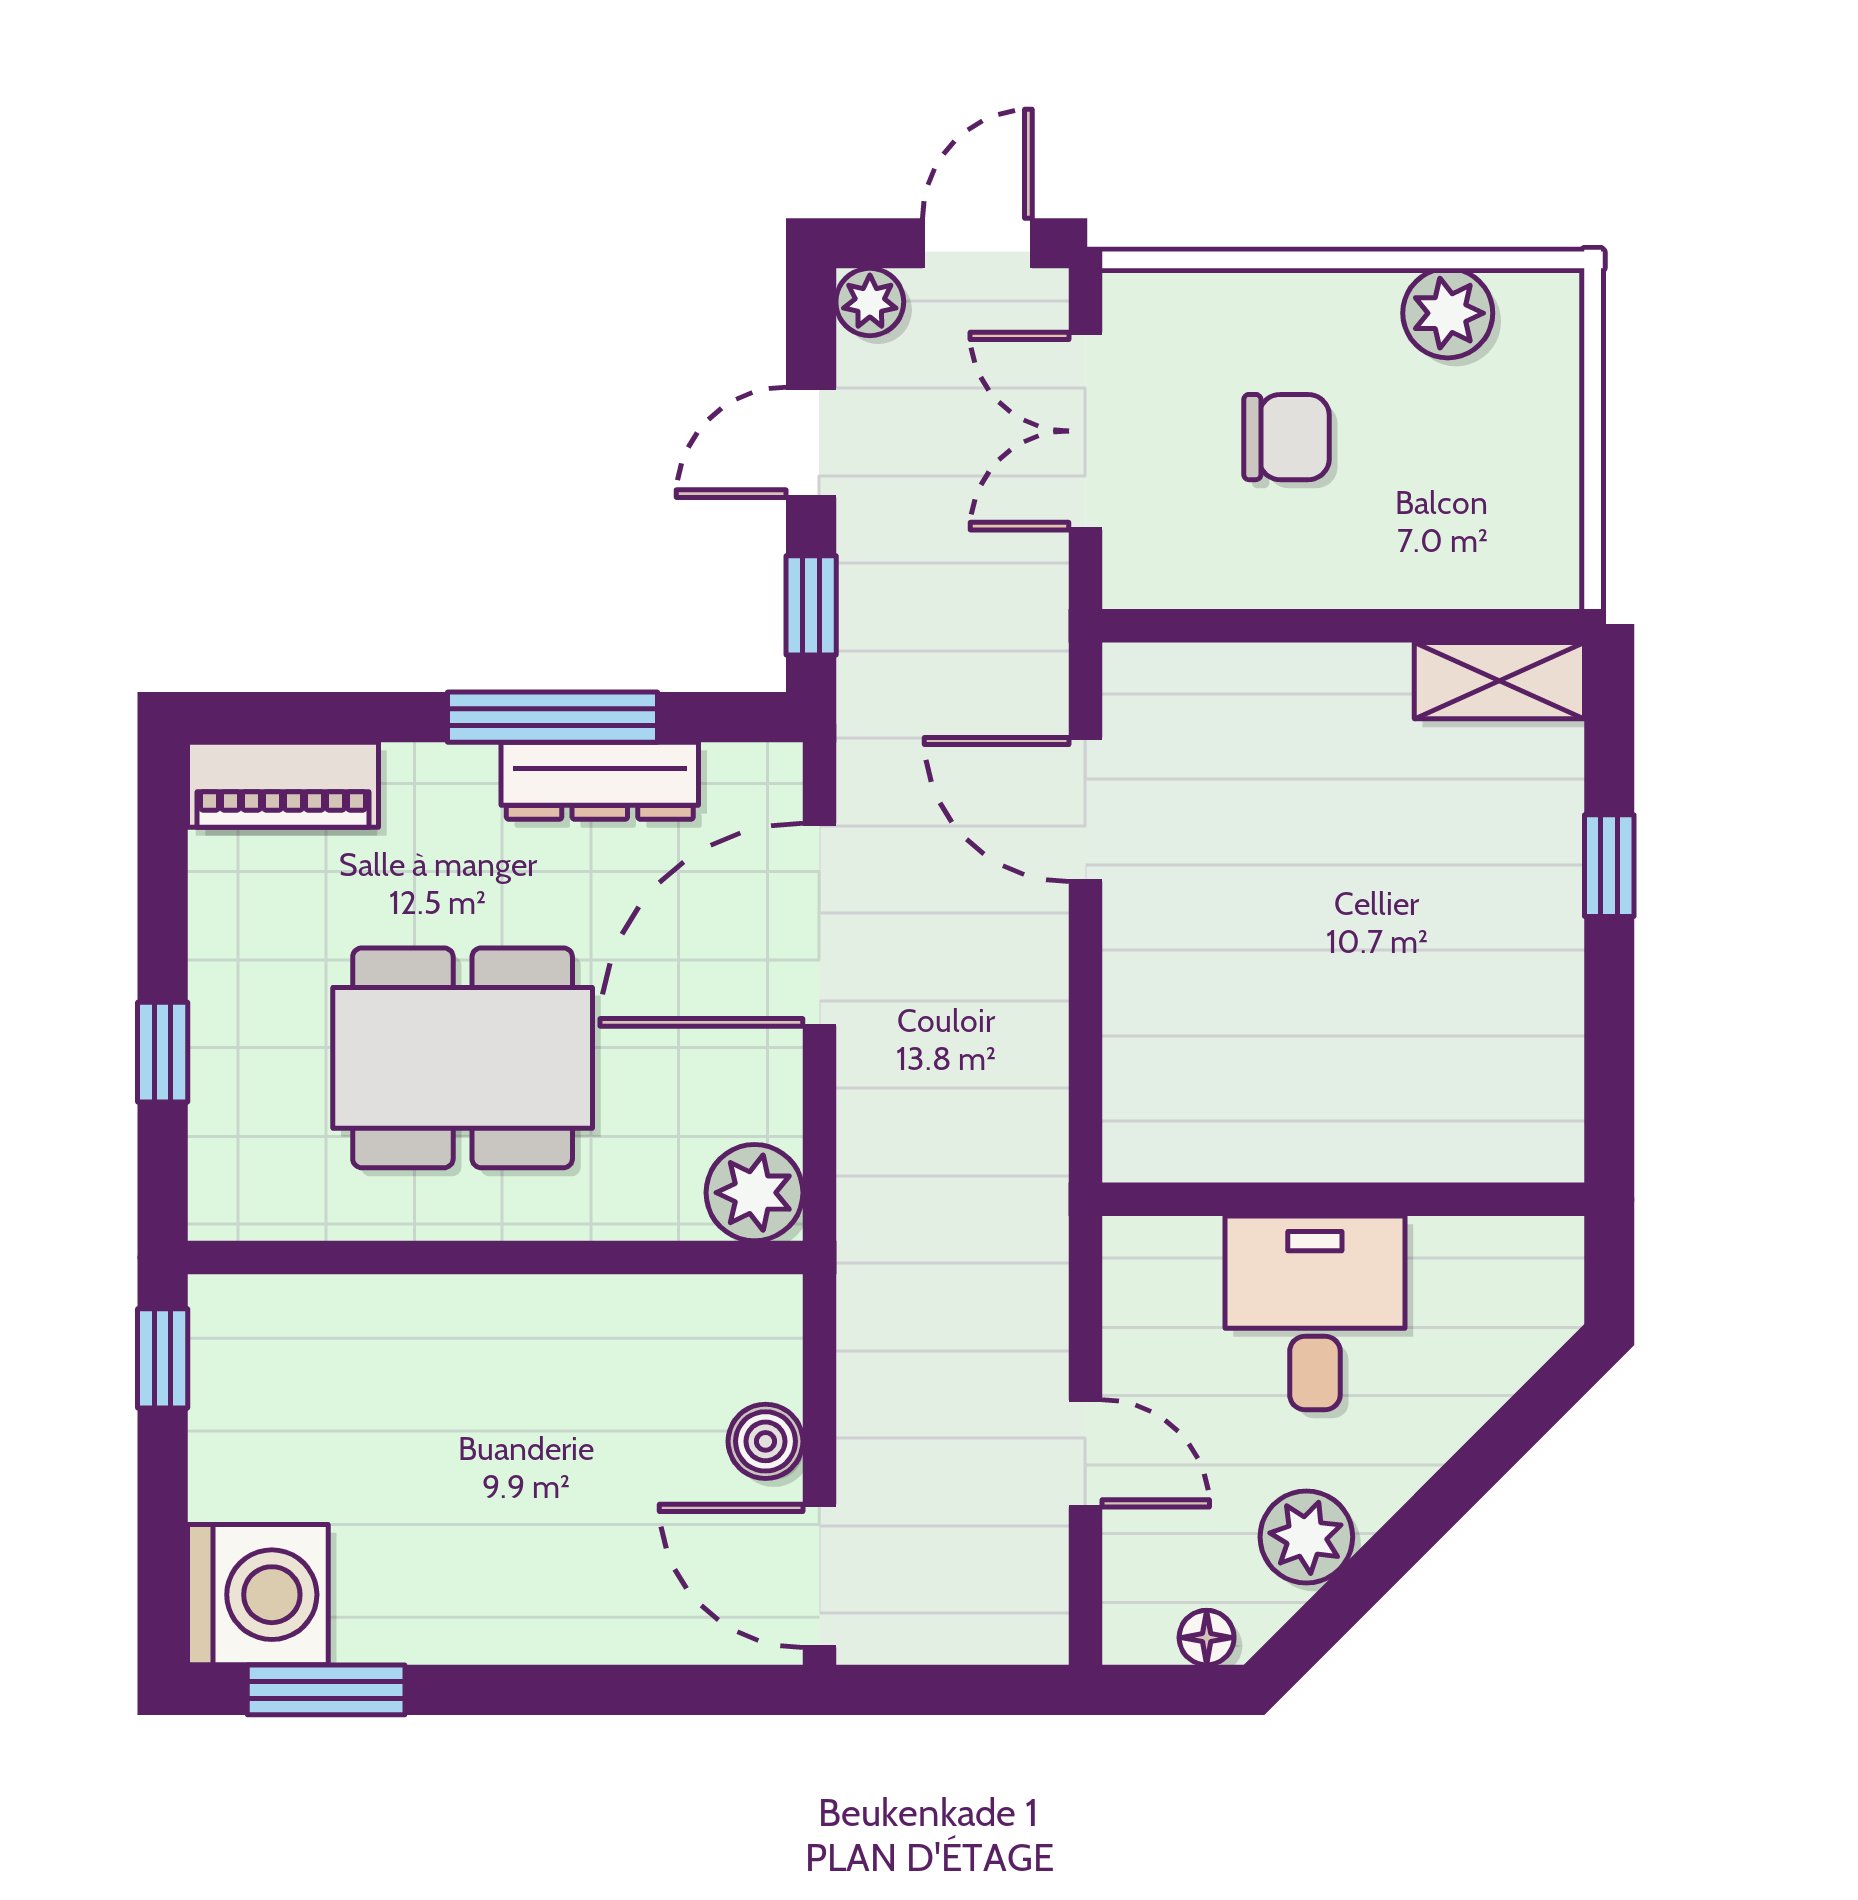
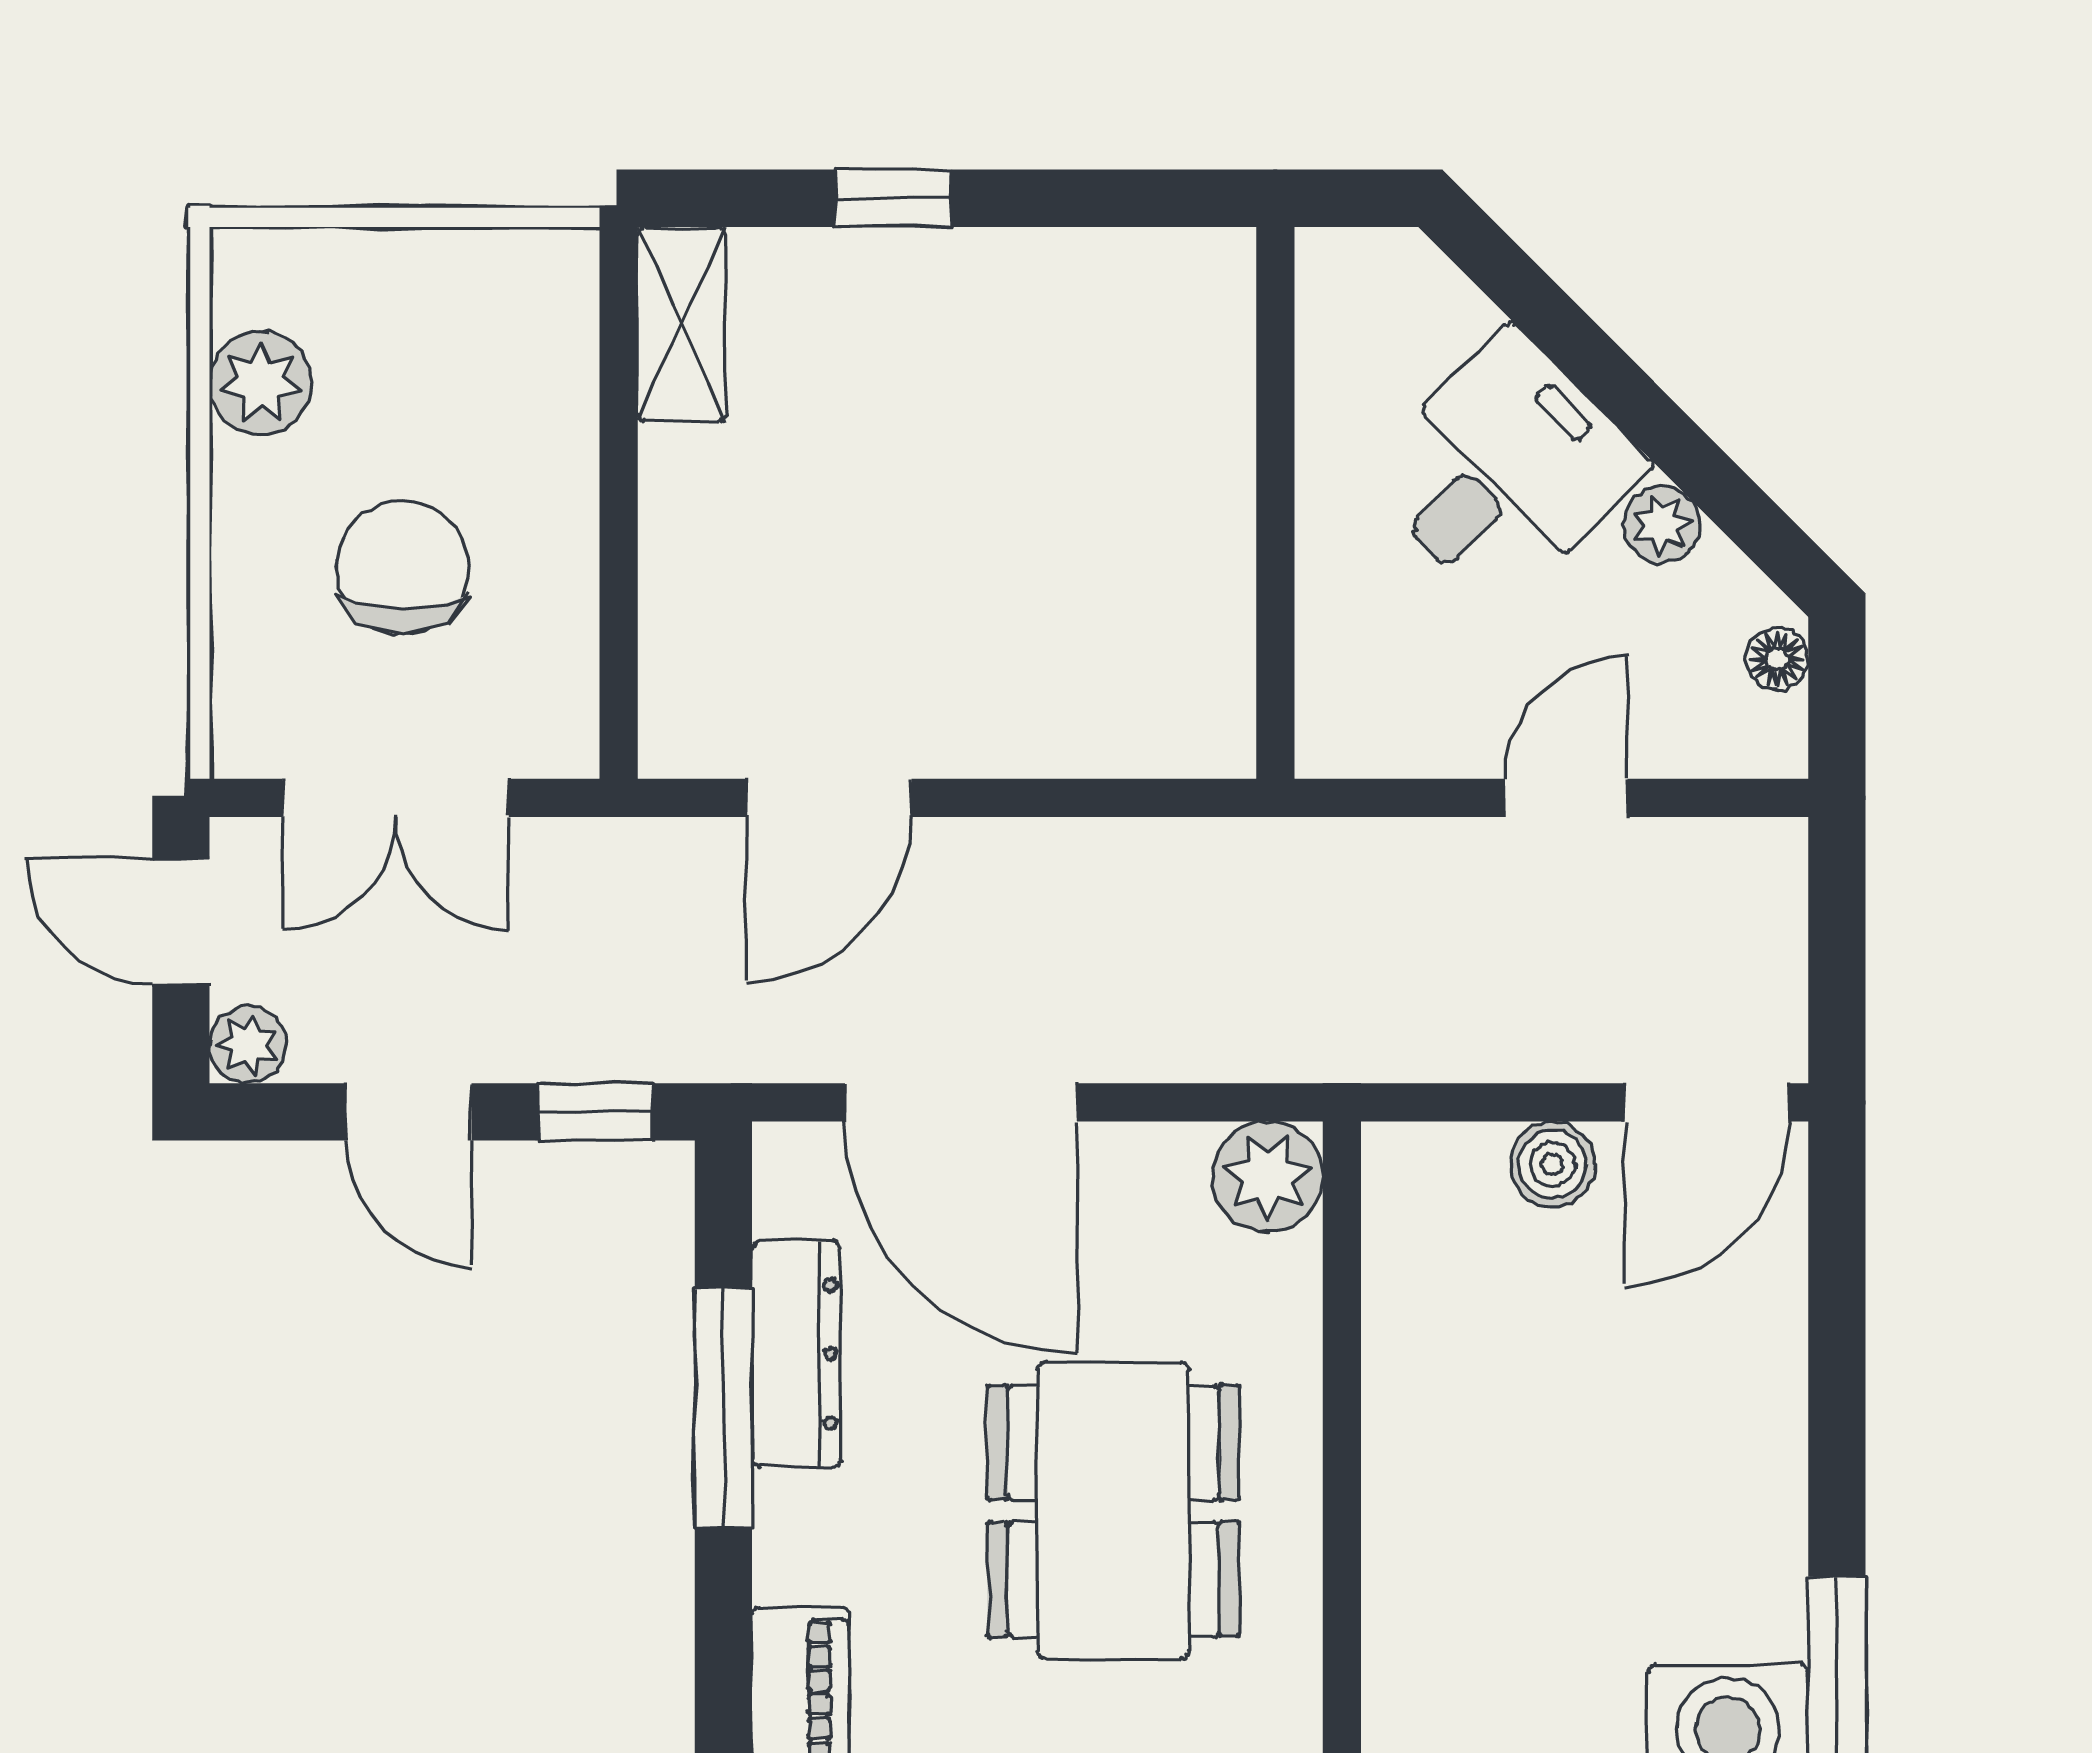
chair: (1286, 437) -> (403, 568), width x1.37, depth x1.37
desk: (1315, 1313) -> (1505, 471), moved, turned 135
plant: (1306, 1537) -> (1662, 525), width x0.73, depth x0.73

